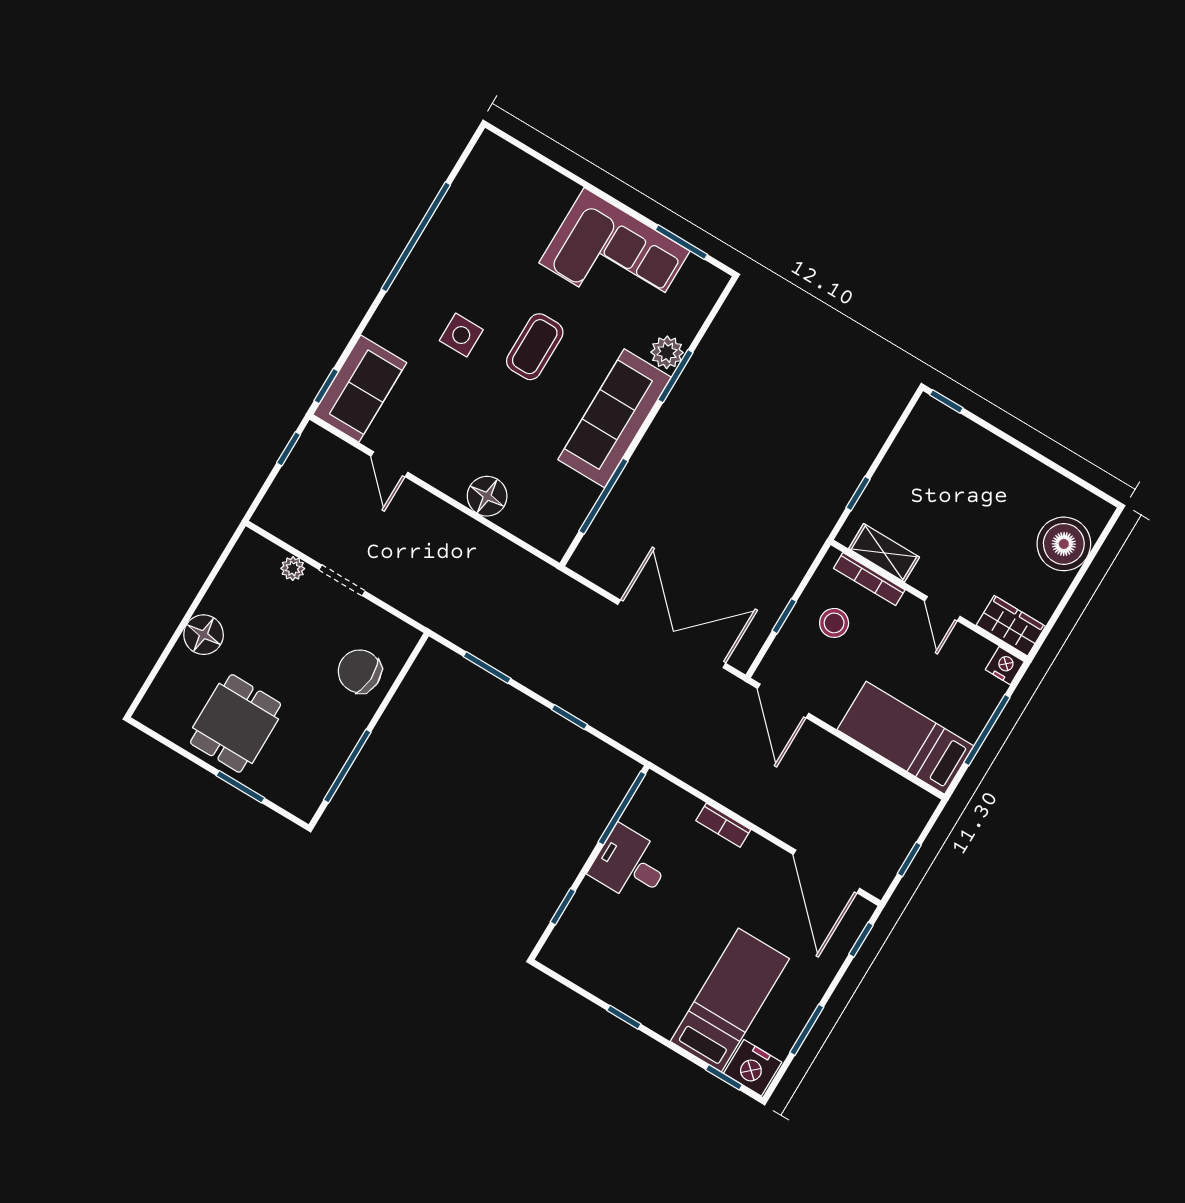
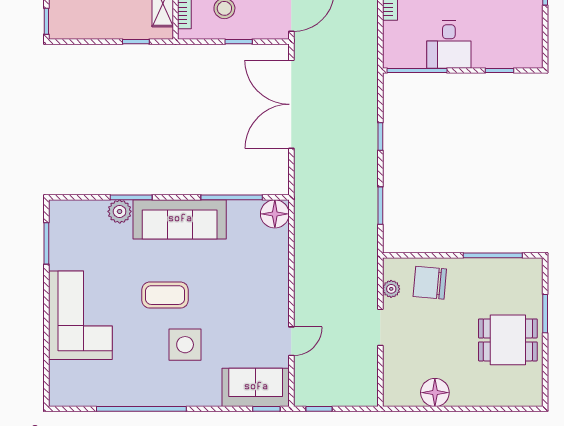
corner sofa: (614, 257) -> (80, 315), moved
side table: (461, 335) -> (185, 345), width x1.37, depth x1.37
floor lamp: (487, 496) -> (275, 214), moved
plant: (293, 569) -> (391, 289), moved
floor lamp: (204, 635) -> (435, 393), moved
chair: (360, 671) -> (430, 283), turned 93

